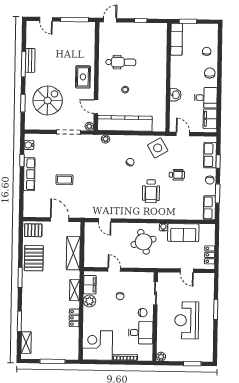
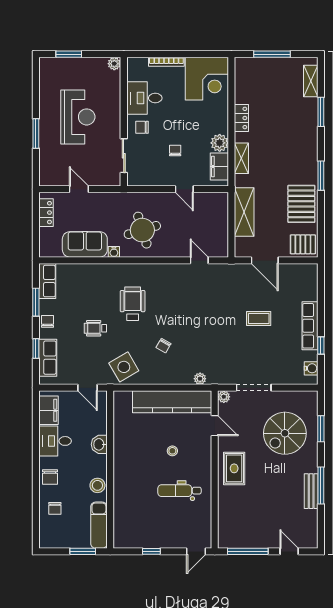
stool: (177, 67) -> (97, 485), added

